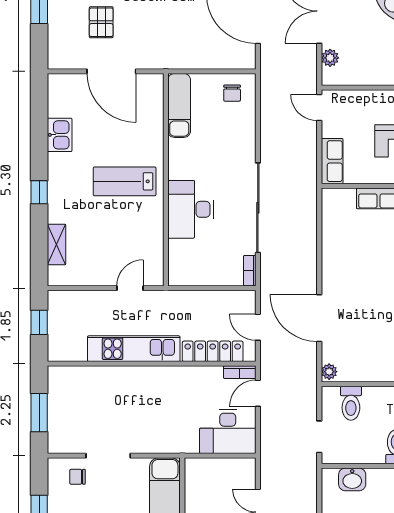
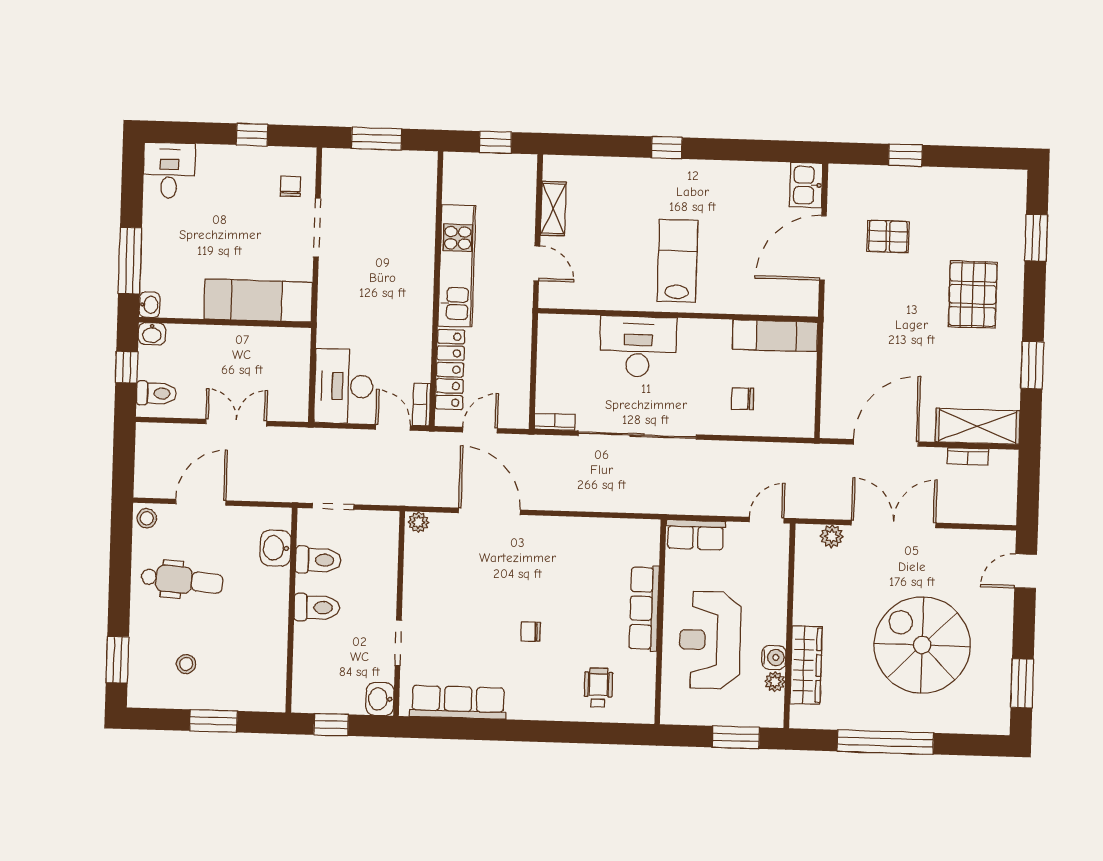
chair: (232, 93) -> (743, 399), moved
kitchen sink: (60, 135) -> (806, 185), moved, turned 90
shelving: (57, 245) -> (553, 209), moved, turned 90
door: (319, 318) -> (489, 511), hinge flipped
toilet: (351, 403) -> (318, 560), moved, turned 180

